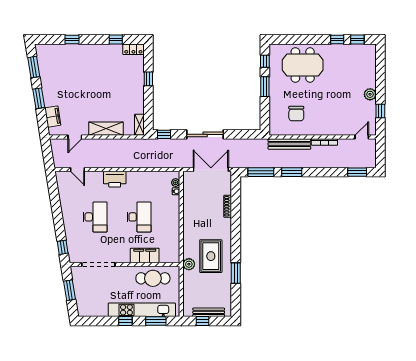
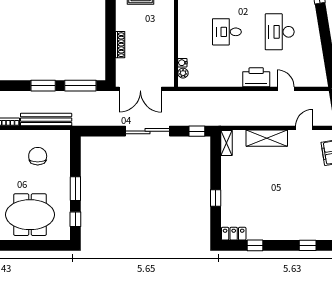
door: (78, 169) -> (286, 89), moved
desk: (139, 217) -> (227, 32), width x0.73

